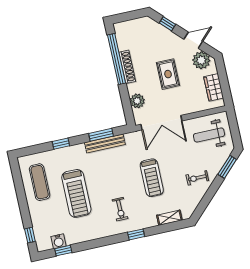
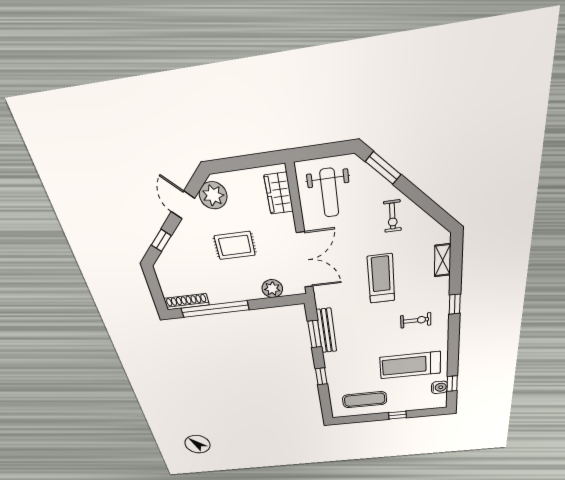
shoe rack: (127, 67) -> (187, 302), moved
wardrobe: (214, 87) -> (279, 193), moved, turned 90
treadmill: (152, 178) -> (381, 279), turned -90
treadmill: (76, 193) -> (410, 365), moved, turned 180
window: (30, 235) -> (397, 415), moved

